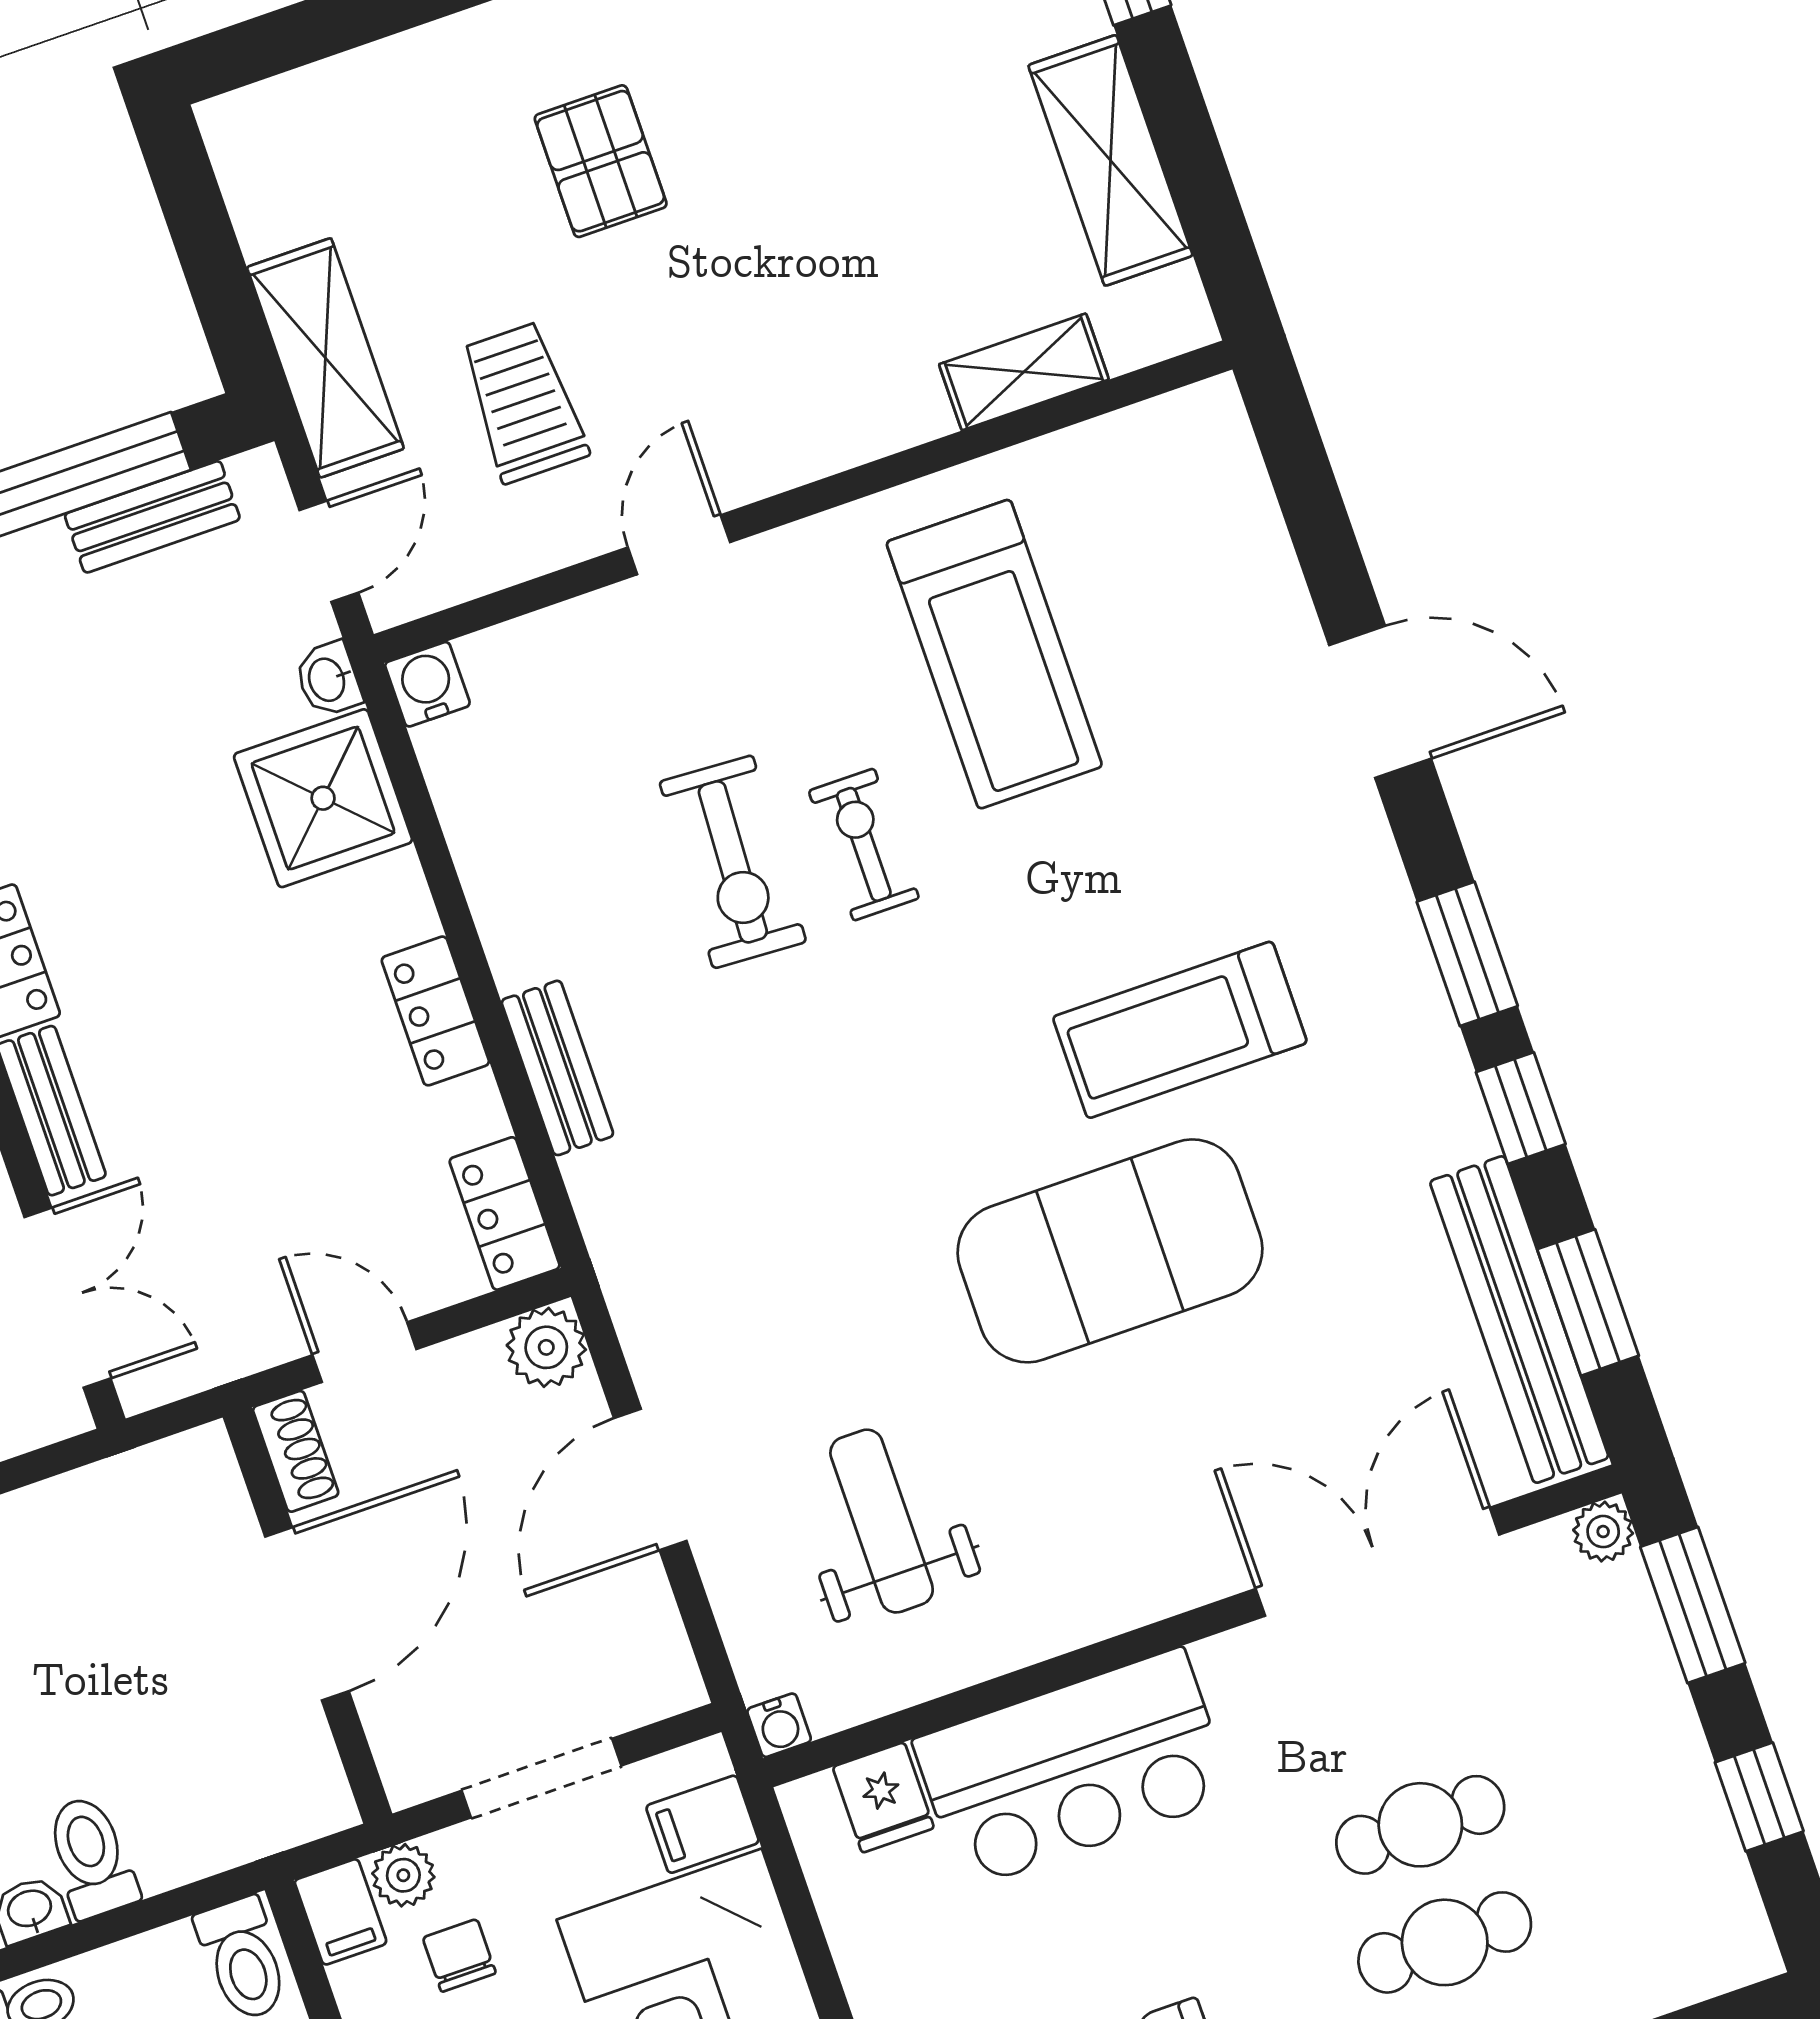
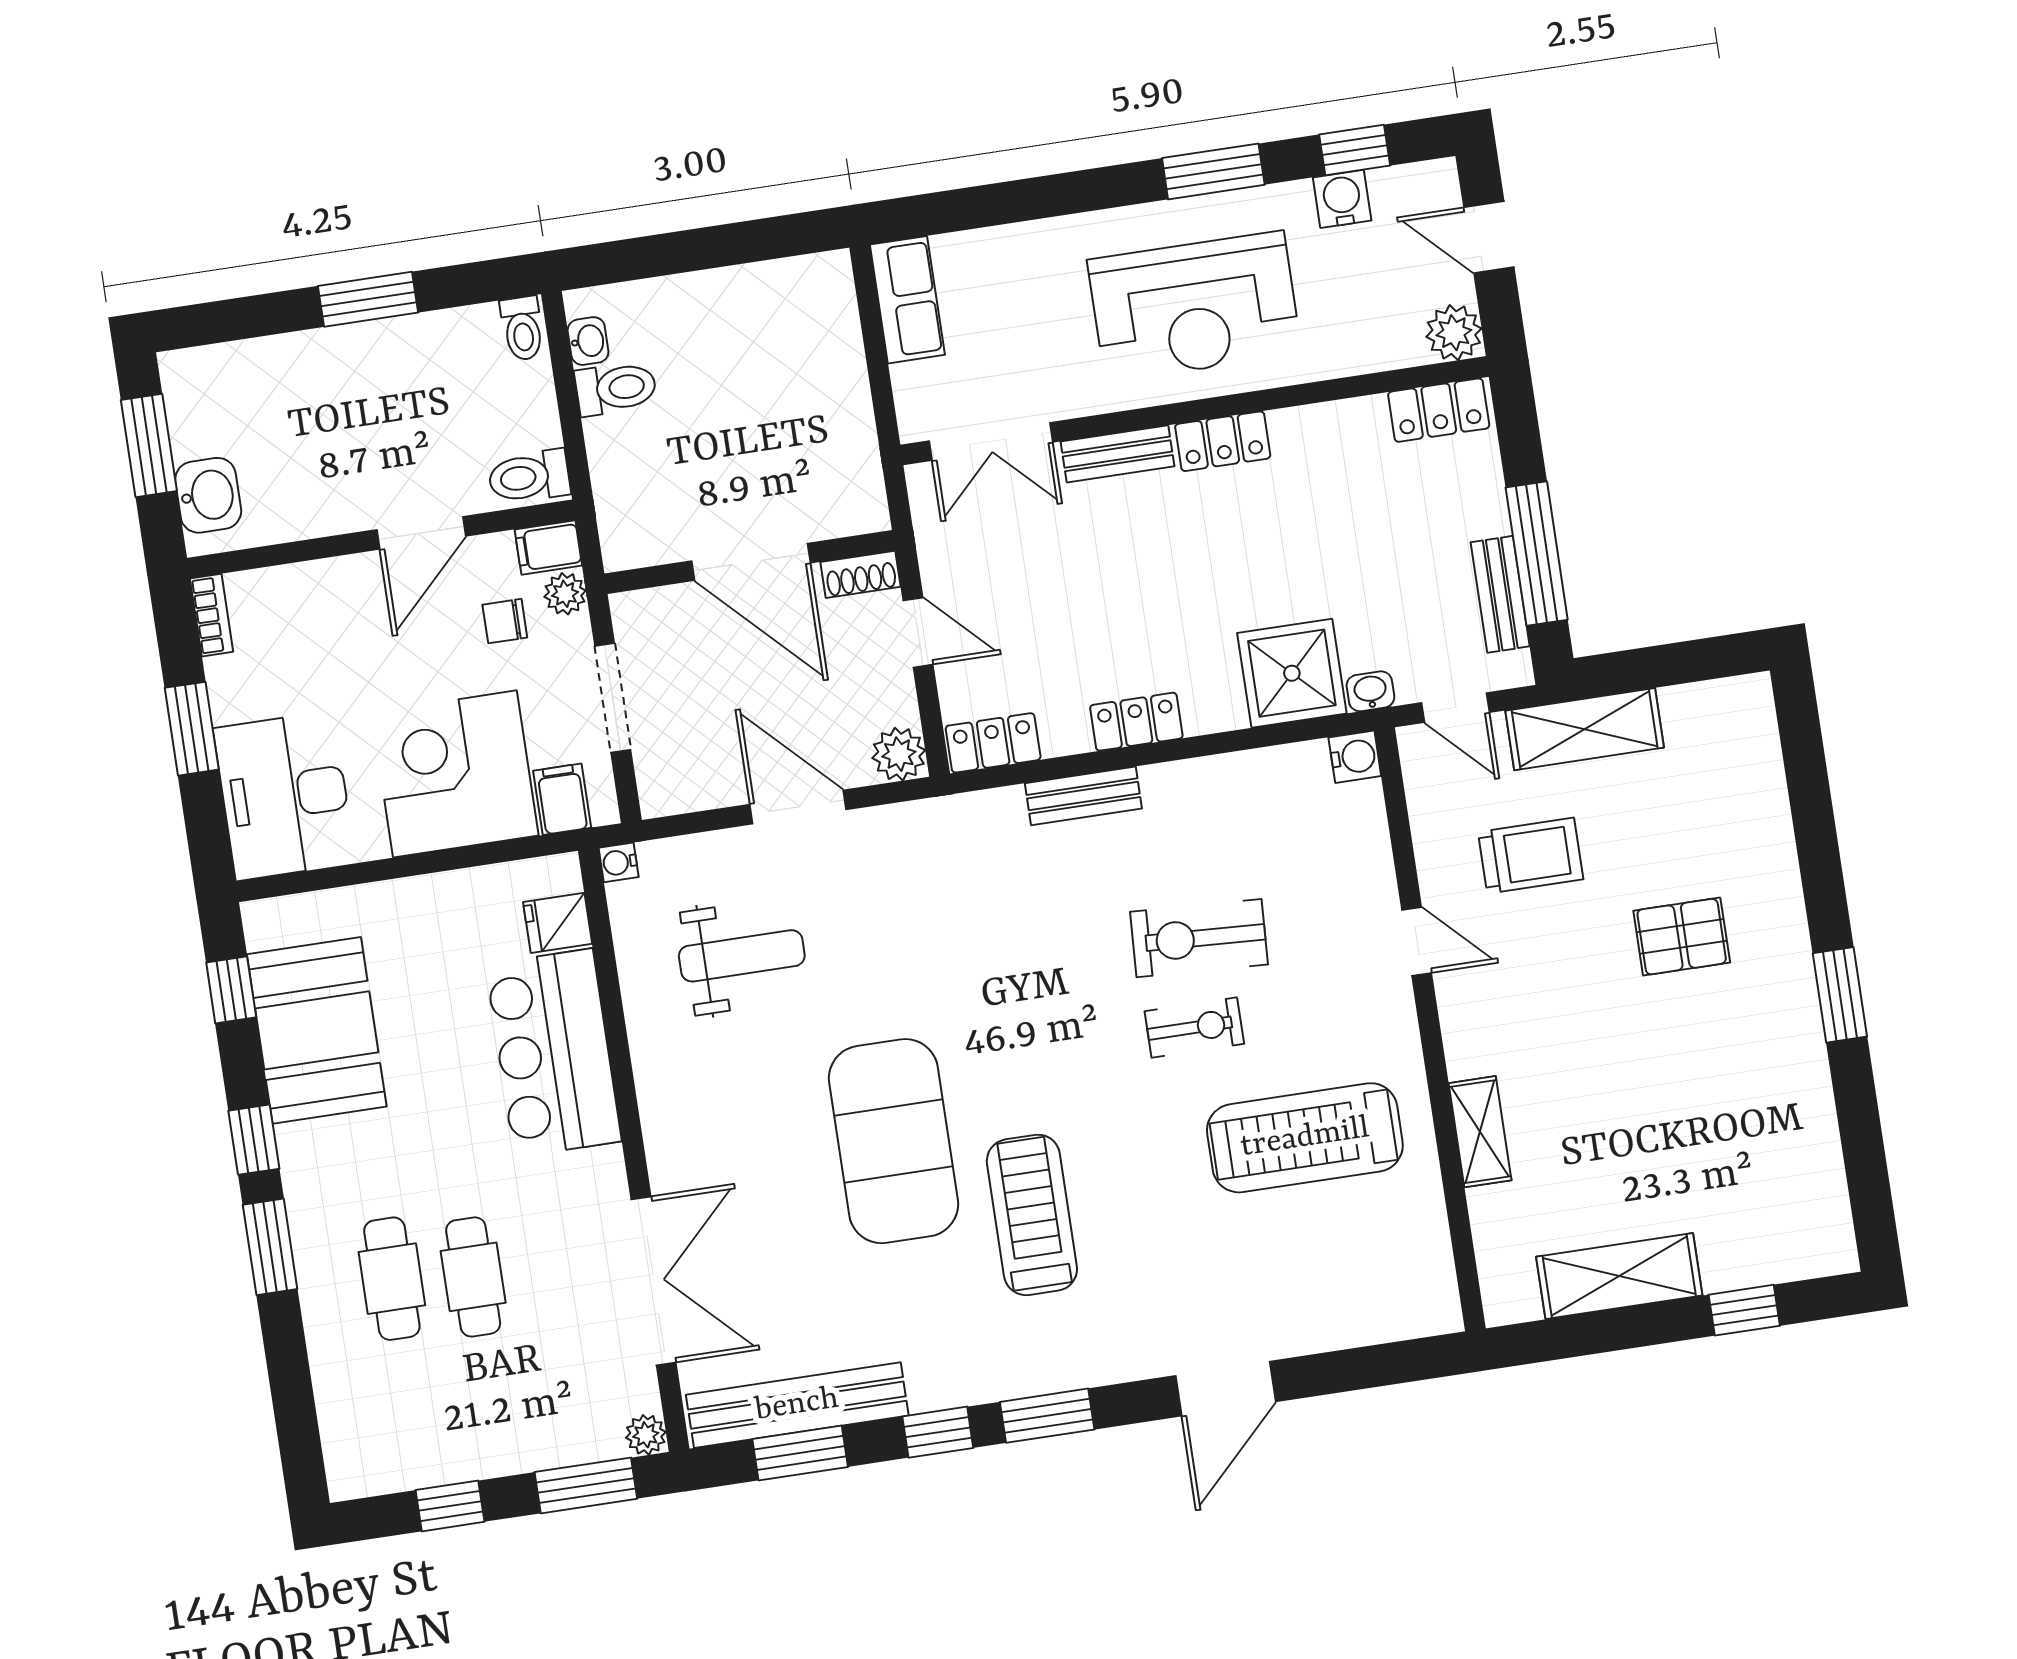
shelving: (1024, 372) -> (1480, 1132), moved
door: (364, 1352) -> (918, 632), hinge flipped
chair: (459, 1955) -> (505, 621), turned 180

